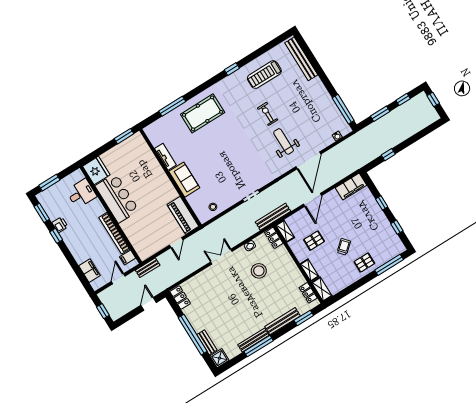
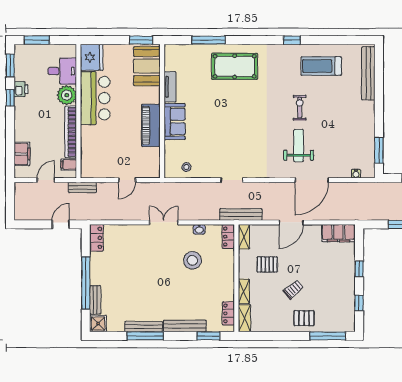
window: (343, 109) -> (379, 150), width x0.69
booth: (140, 152) -> (147, 66), added
plant: (95, 209) -> (67, 95), added
piano: (183, 215) -> (151, 125), moved
window: (103, 311) -> (10, 203), removed

